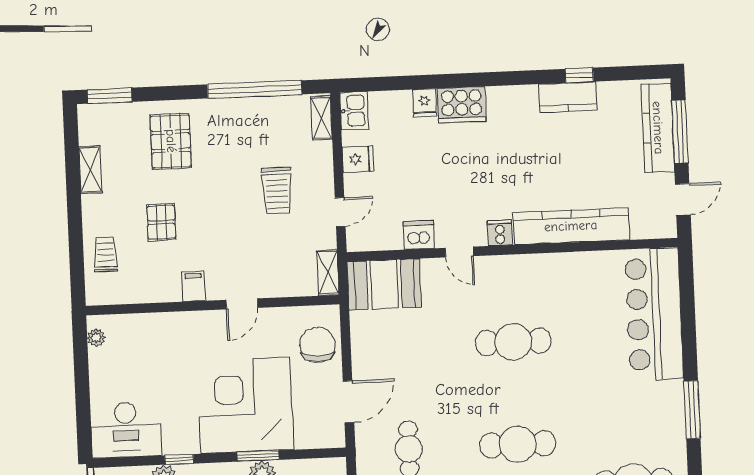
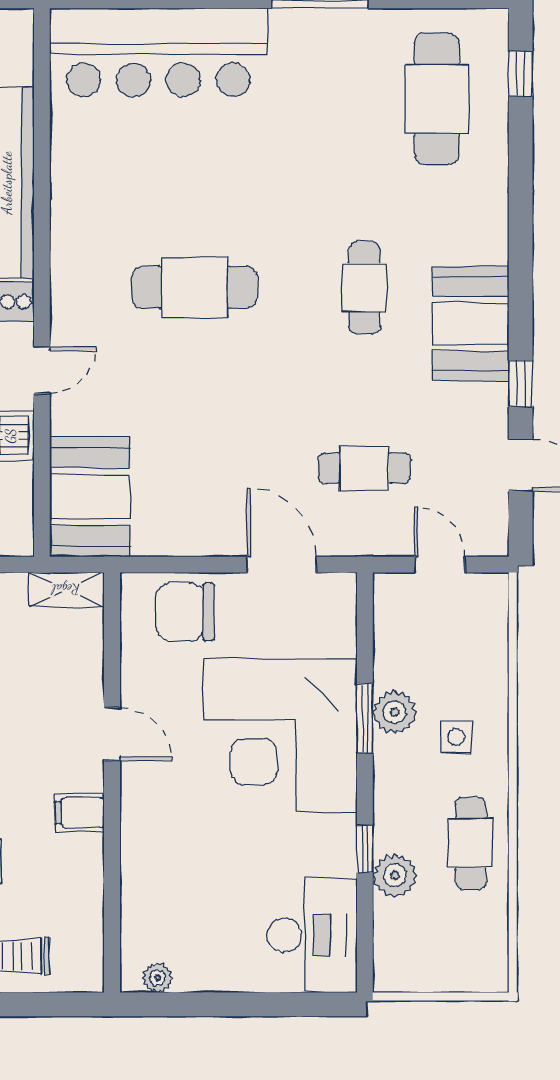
cafe table: (513, 342) -> (194, 287), turned 90
cafe table: (518, 444) -> (364, 287), width x0.73, depth x0.74

